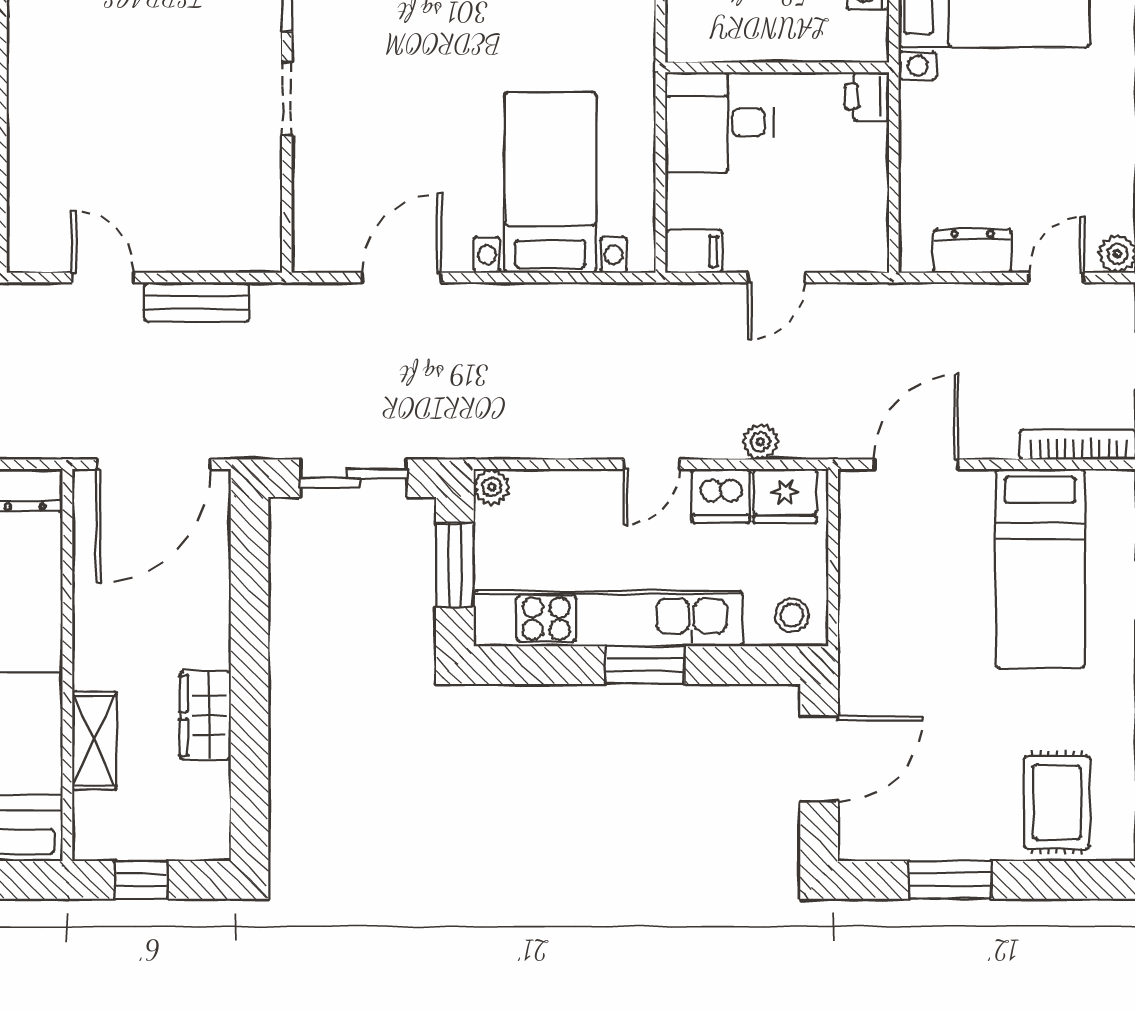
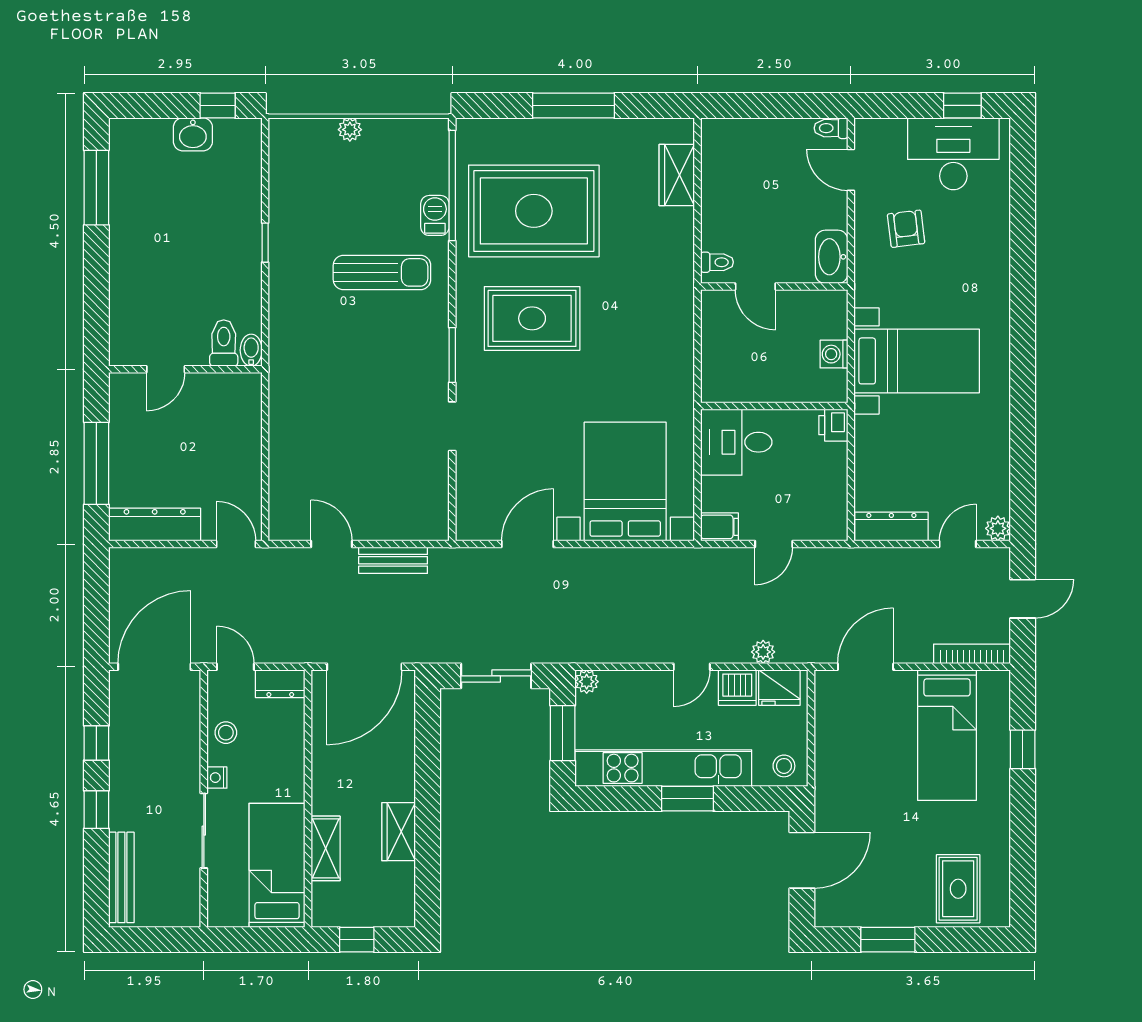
bed with nightstands: (550, 182) -> (625, 482), width x1.36
dresser: (972, 251) -> (891, 527), width x1.44

